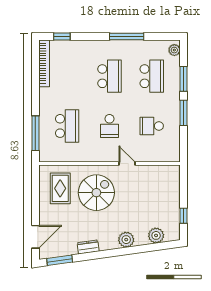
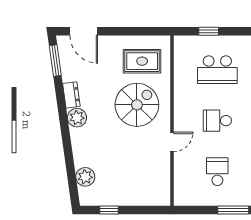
window: (35, 133) -> (209, 31), width x0.46
spiral stairs: (96, 193) -> (137, 105), turned -90
plant: (126, 240) -> (77, 118), moved

